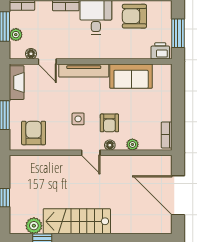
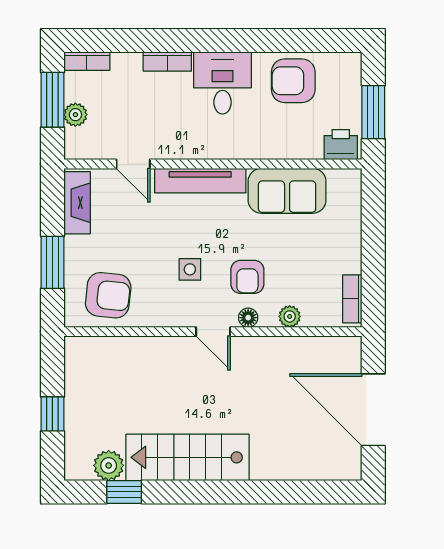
floor lamp: (31, 54) -> (103, 150), removed
armchair: (34, 133) -> (108, 295), turned 96

